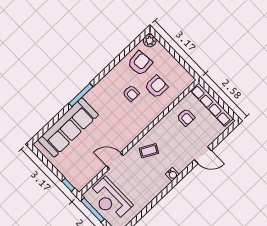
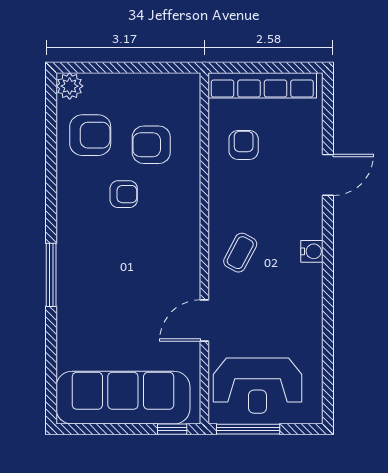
armchair: (140, 63) -> (90, 135), turned 96
armchair: (156, 87) -> (151, 145), turned -90
armchair: (186, 117) -> (244, 145), turned -90
sofa: (68, 127) -> (123, 398), moved, turned -90

